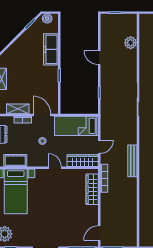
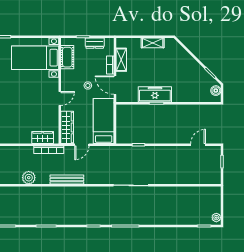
plant: (131, 43) -> (29, 178), moved
freezer: (51, 49) -> (155, 94), moved
door: (99, 58) -> (198, 145), moved
door: (42, 115) -> (115, 85), swing flipped
door: (99, 147) -> (82, 145), hinge flipped
wardrobe: (92, 189) -> (43, 137), width x0.67

